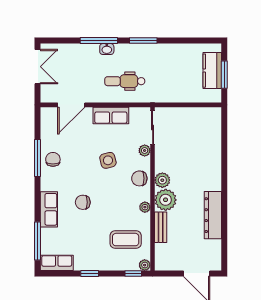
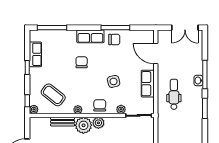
row of seats: (49, 209) -> (90, 36), moved
coffee table: (126, 240) -> (53, 95), turned -52
row of seats: (57, 263) -> (35, 54), moved

